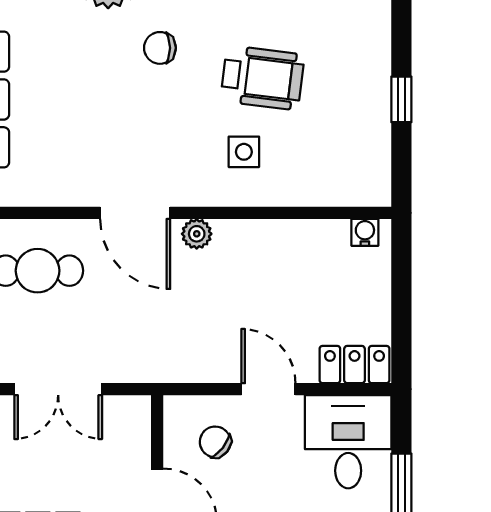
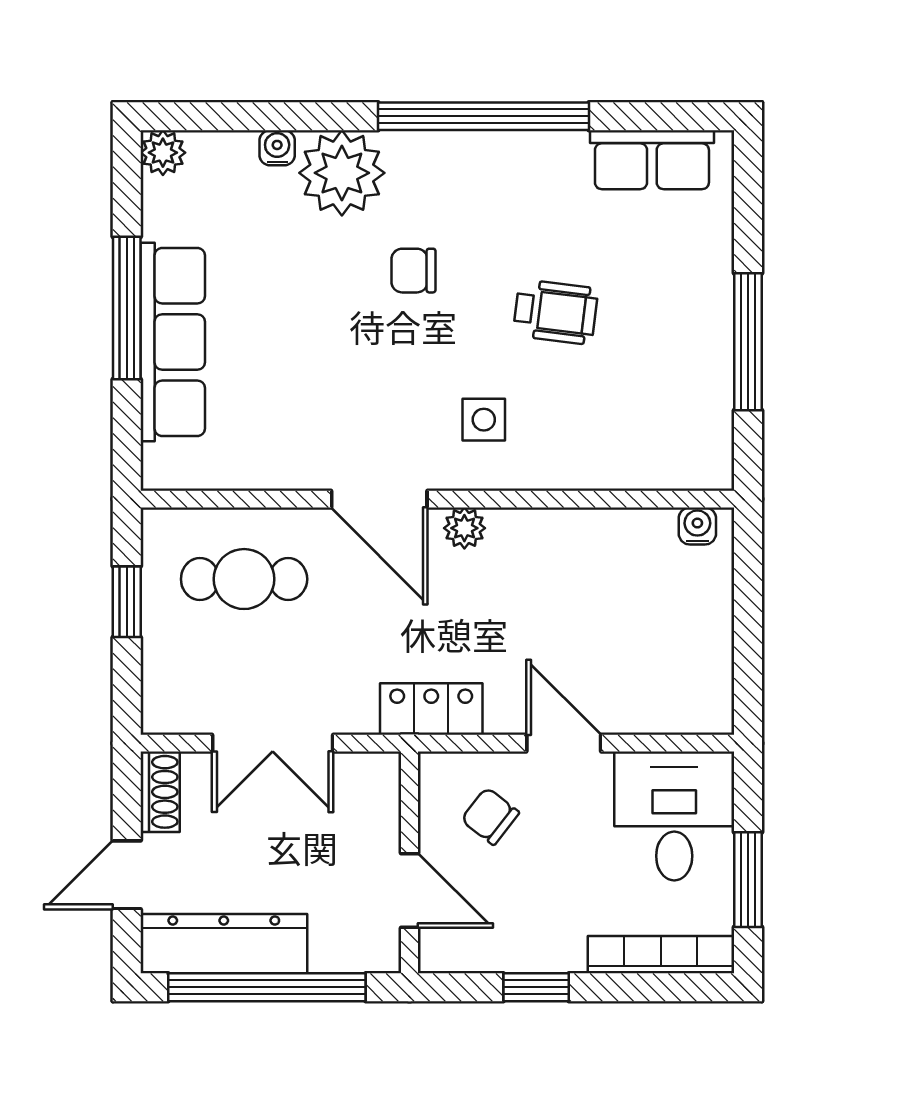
wheelchair: (262, 78) -> (555, 312), width x0.73, depth x0.73
window: (401, 99) -> (748, 342), width x2.17
side table: (244, 152) -> (484, 420), moved
locker: (355, 365) -> (431, 709), moved

